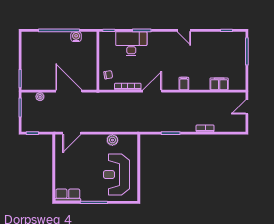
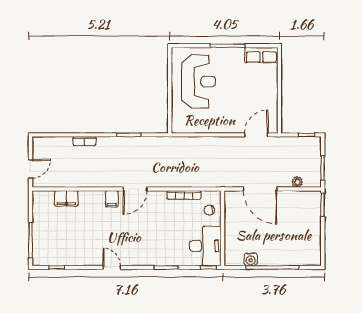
desk: (131, 44) -> (205, 246), moved, turned -90
door: (152, 91) -> (135, 189), moved
plant: (112, 140) -> (204, 126), removed

